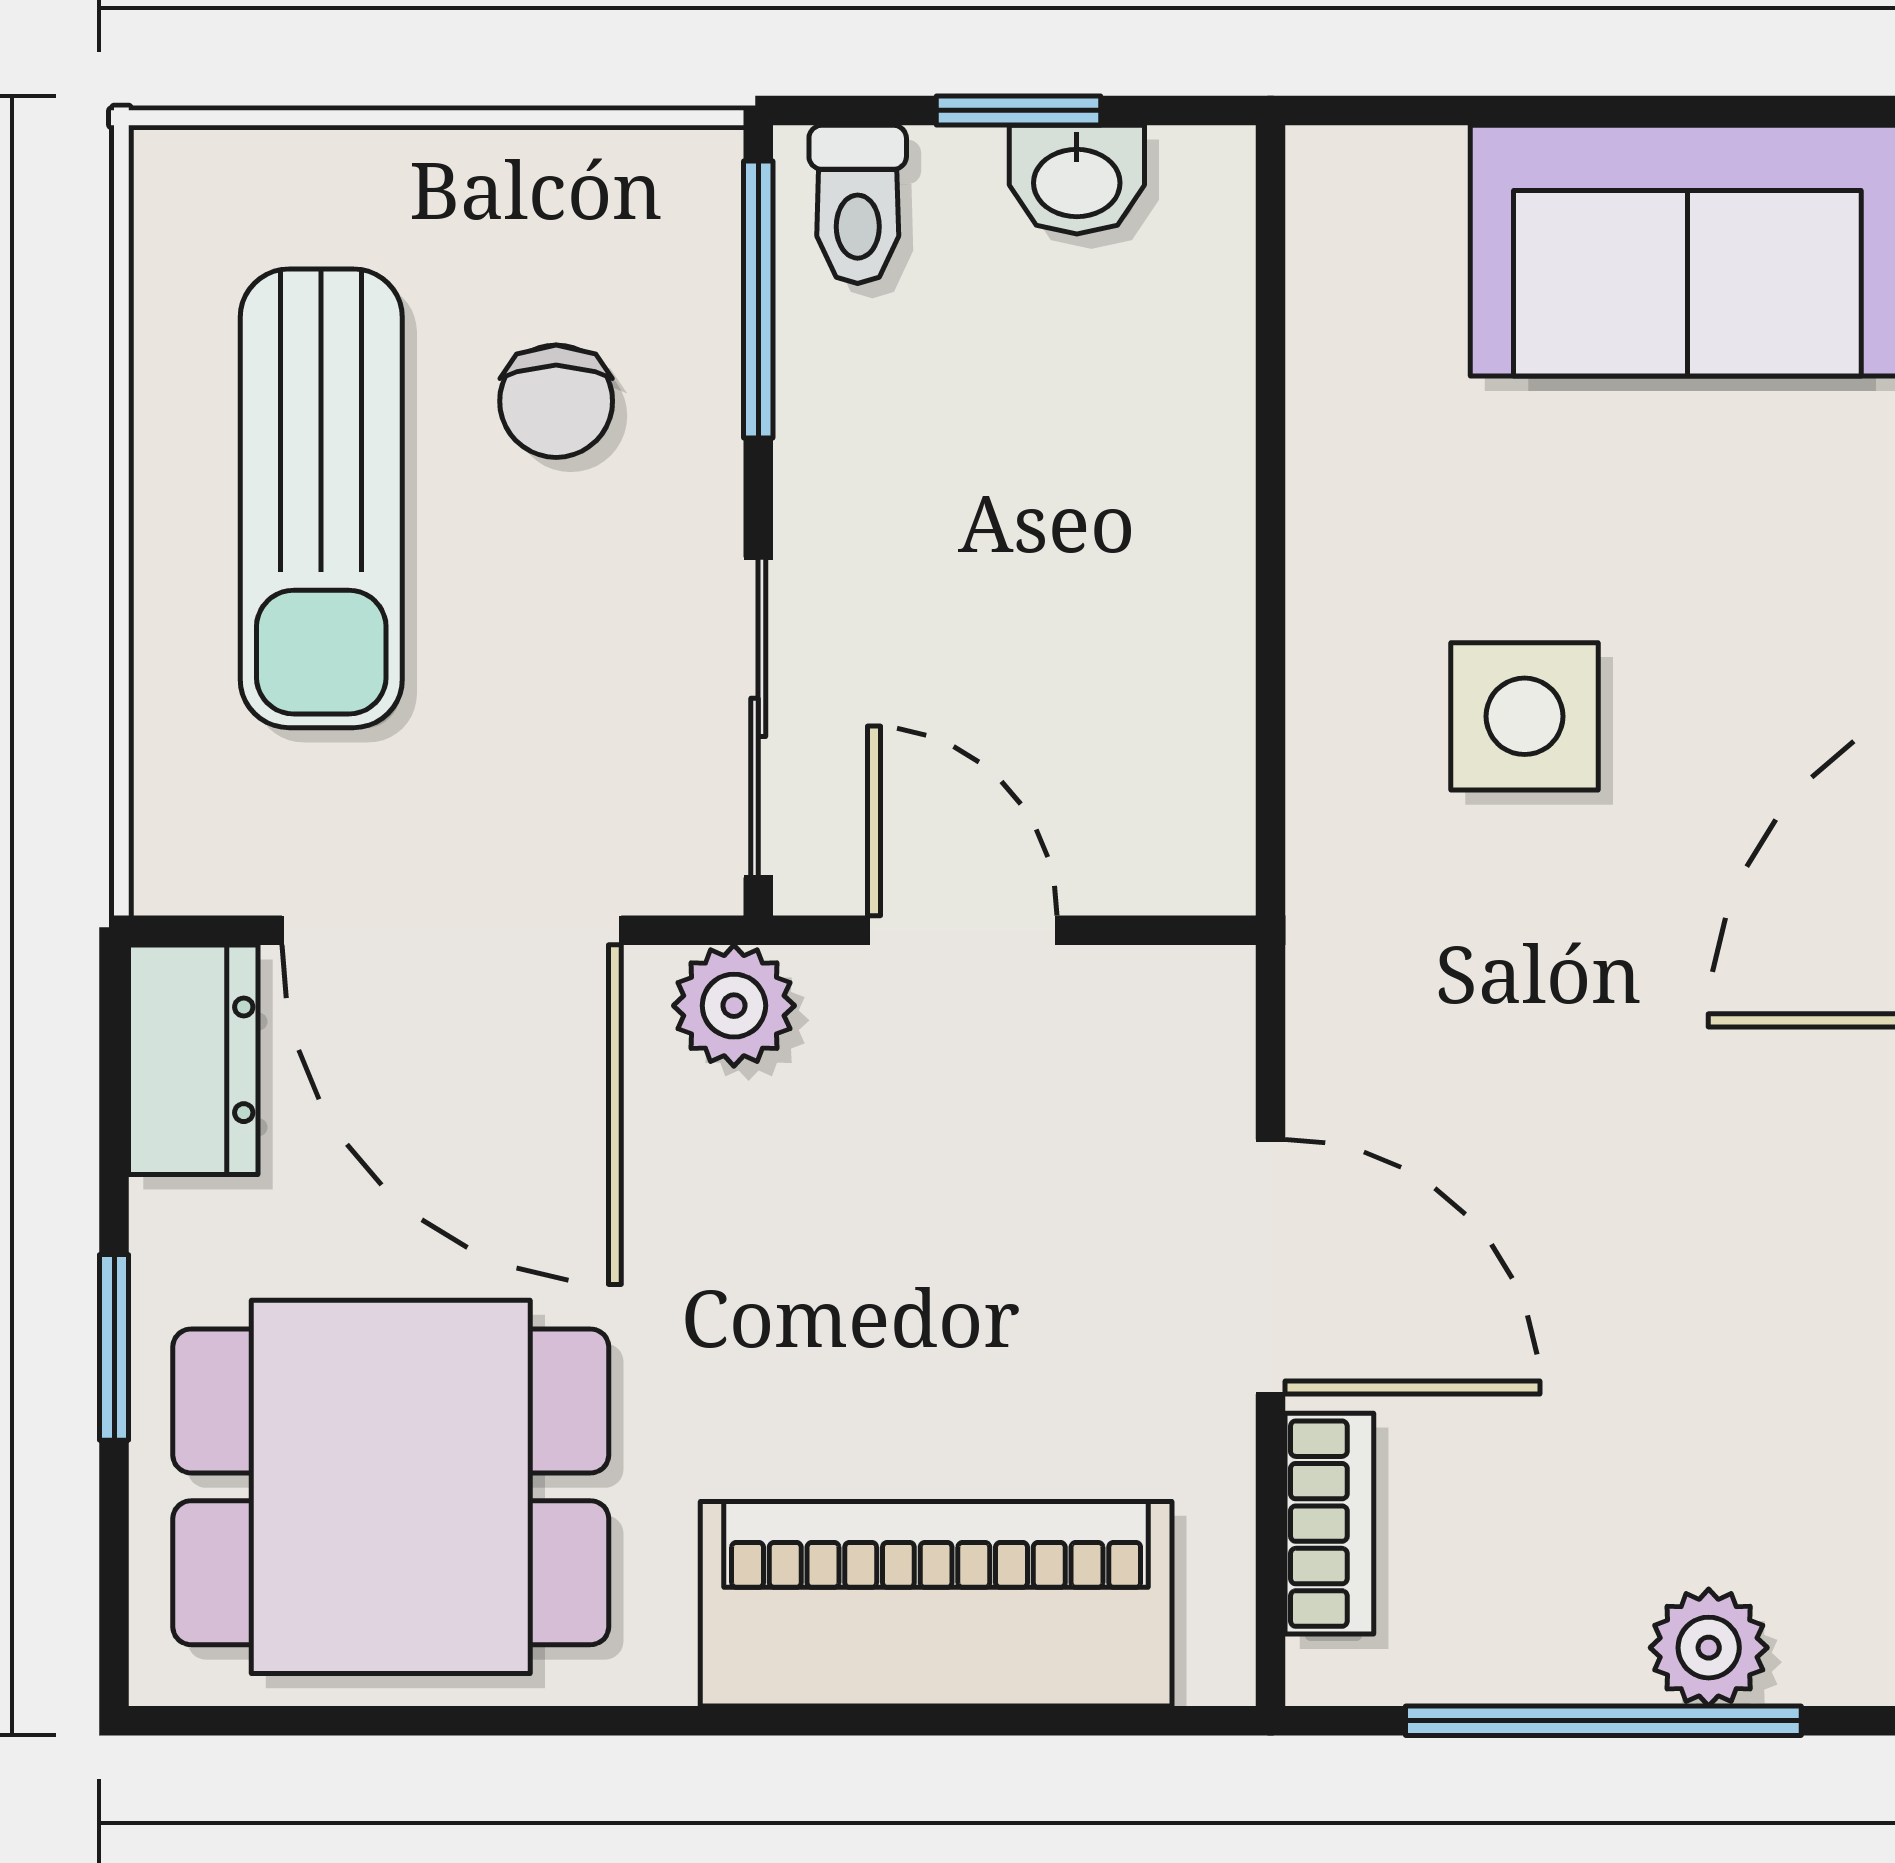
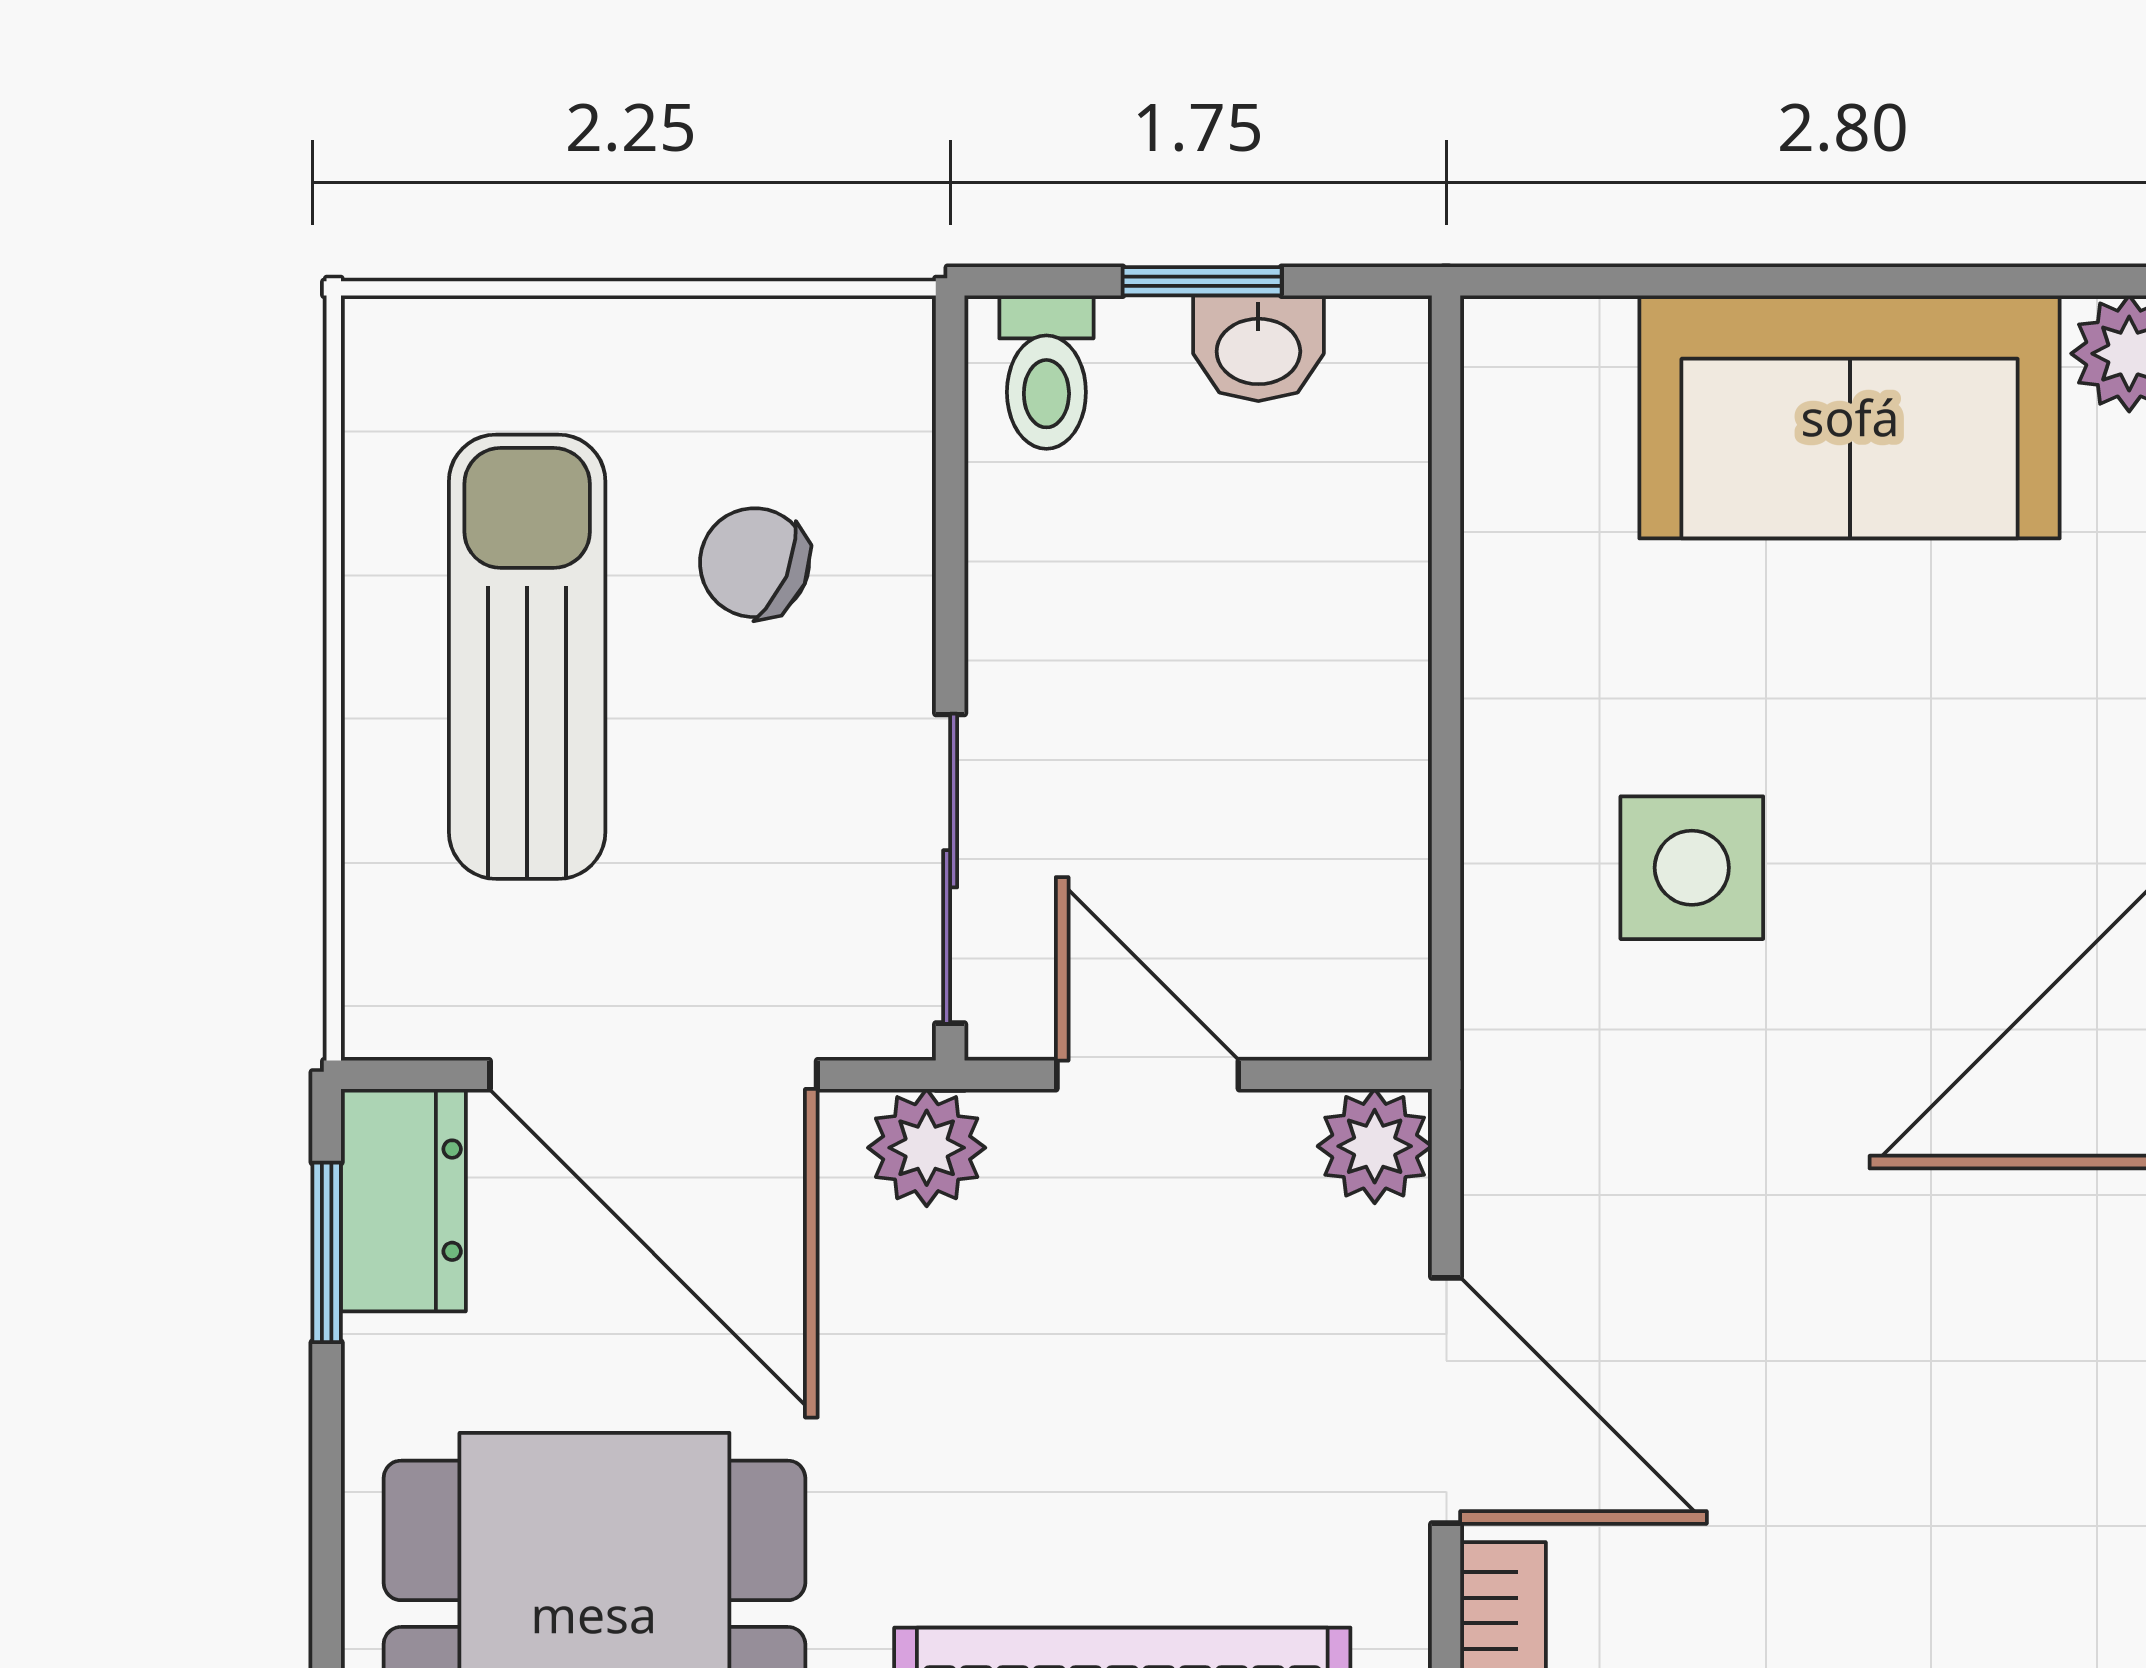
window: (758, 300) -> (950, 464), removed
chair: (556, 401) -> (754, 563), turned 113
sun lounger: (321, 498) -> (527, 657), turned 180
plant: (1197, 1004) -> (1375, 1146), added
window: (114, 1347) -> (327, 1252), moved

